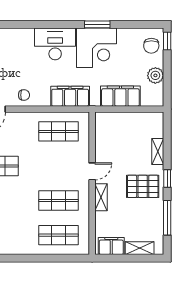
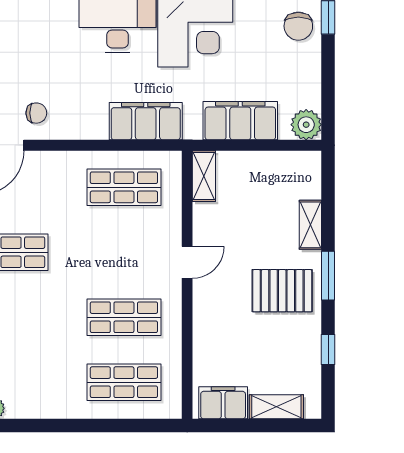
plant: (155, 75) -> (306, 125), moved
chair: (24, 95) -> (36, 113), moved
window: (167, 178) -> (328, 276), width x1.50
shelving: (101, 197) -> (204, 176), moved
window: (167, 218) -> (328, 350), width x0.46

